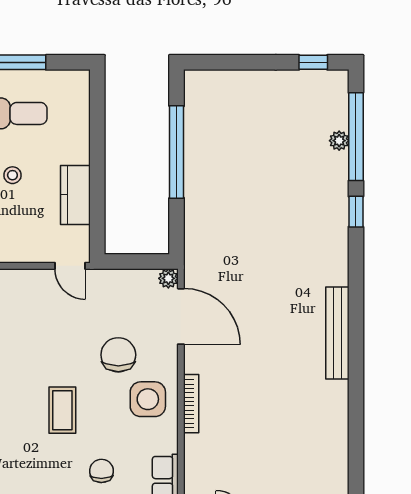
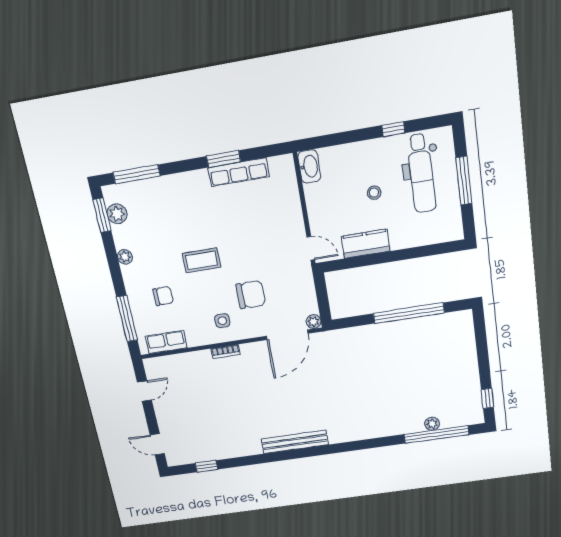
window: (356, 212) -> (206, 466), moved
door: (70, 266) -> (311, 248), swing flipped
side table: (148, 399) -> (222, 321), width x0.54, depth x0.54
bookcase: (191, 404) -> (225, 352), width x0.64

